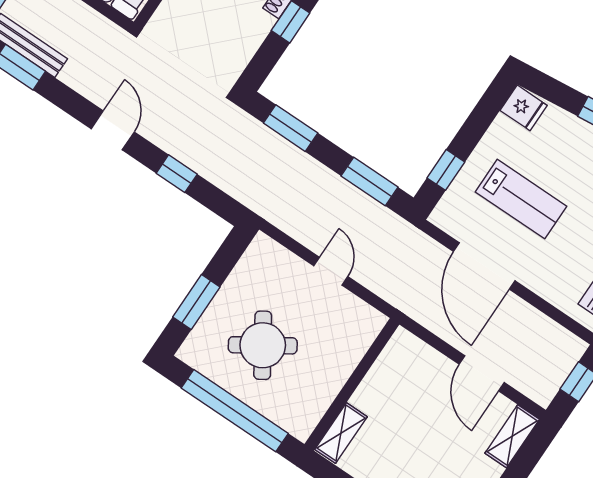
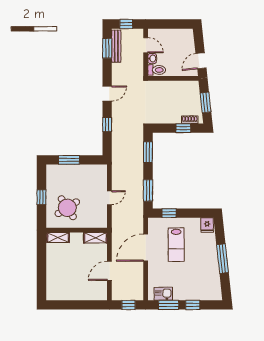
round table: (263, 345) -> (67, 208), moved
window: (235, 411) -> (41, 197), width x0.32
shelving: (512, 436) -> (95, 238), moved

